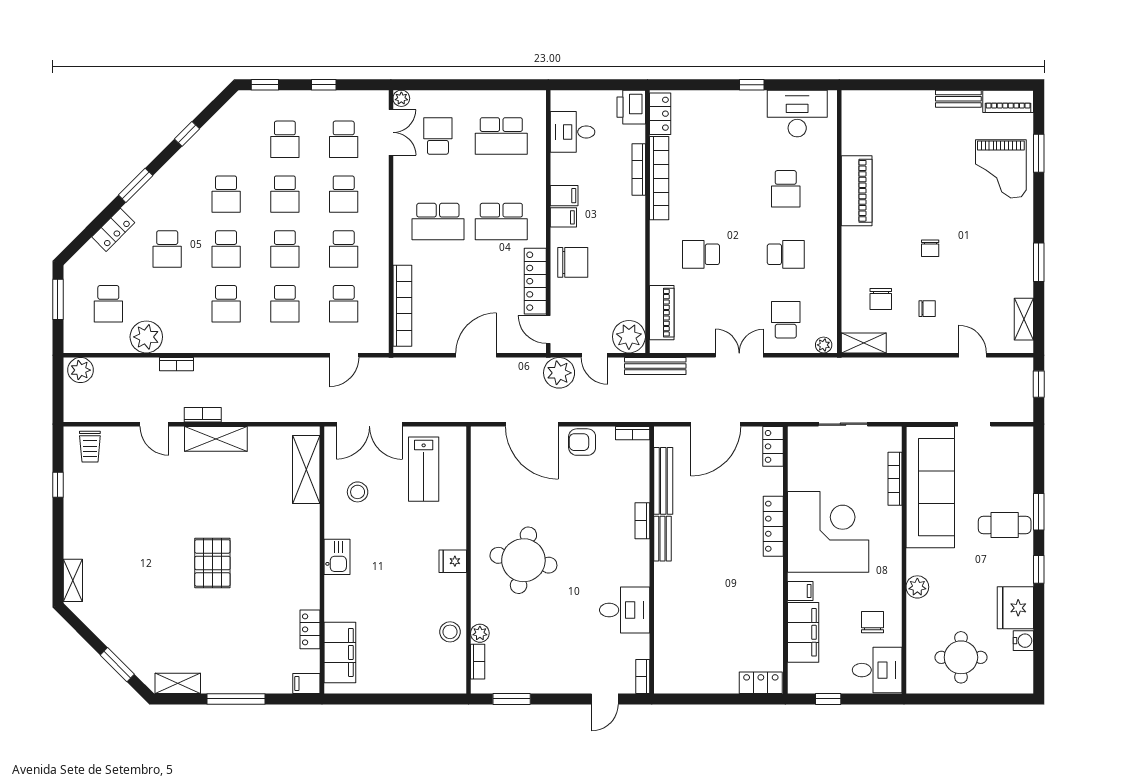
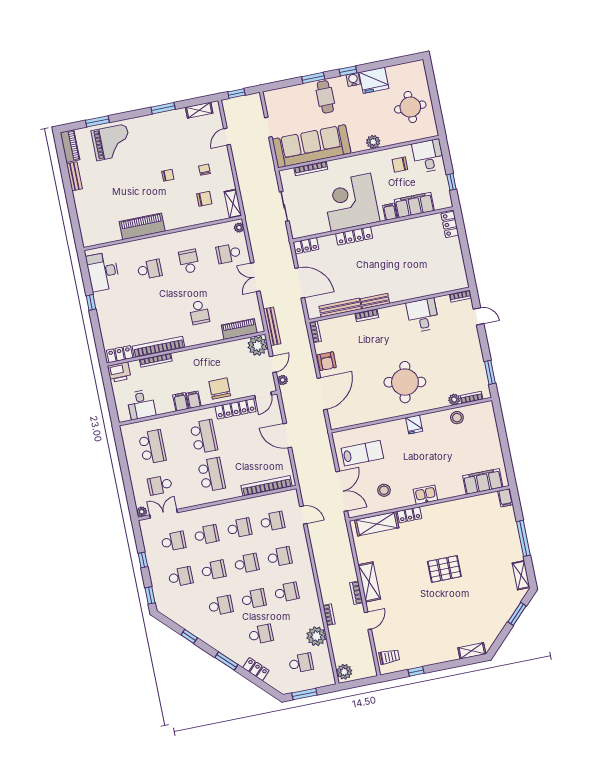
plant: (559, 373) -> (283, 380), width x0.53, depth x0.53
locker: (310, 629) -> (410, 515), moved
water cooler: (1023, 641) -> (353, 79), moved

